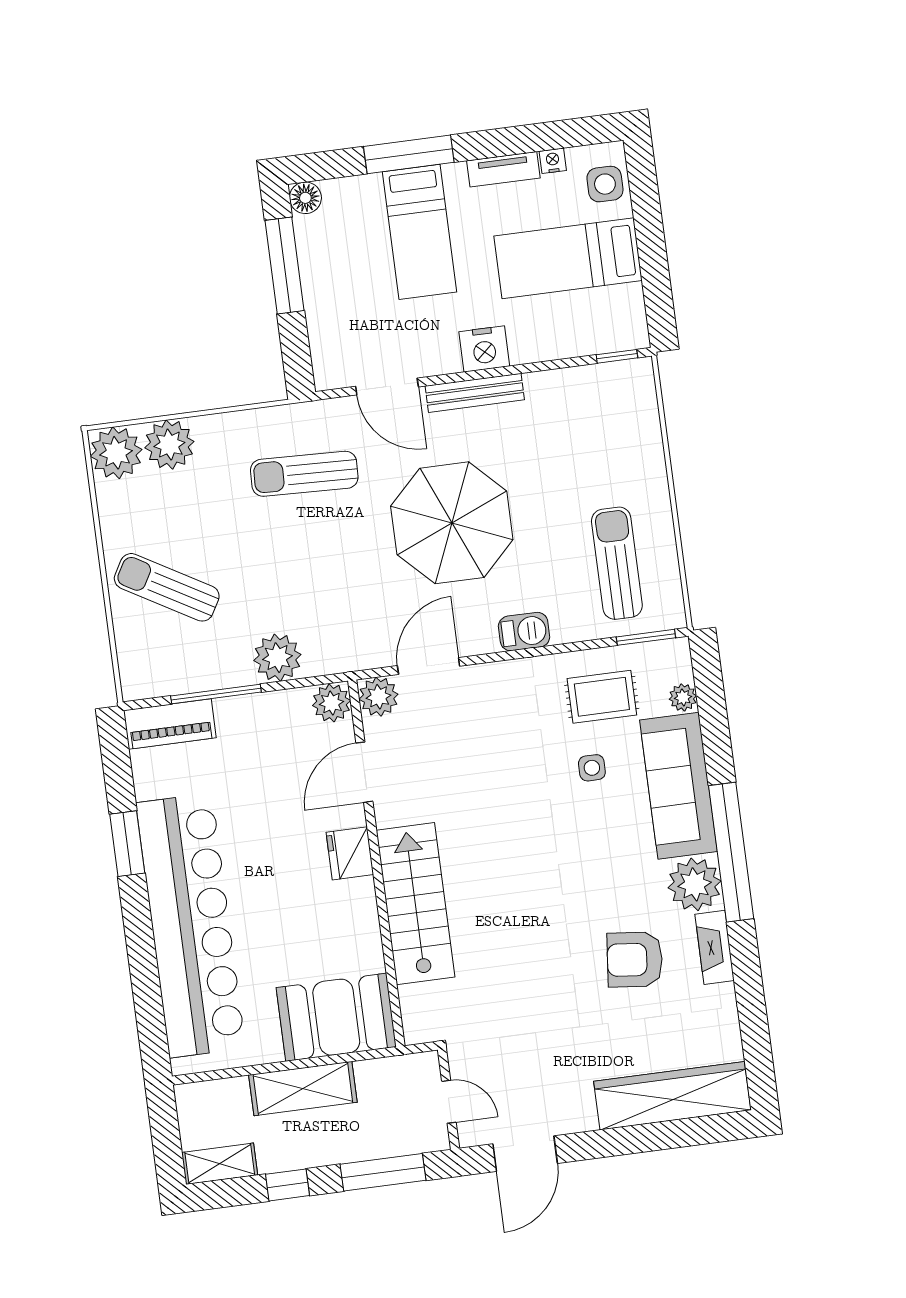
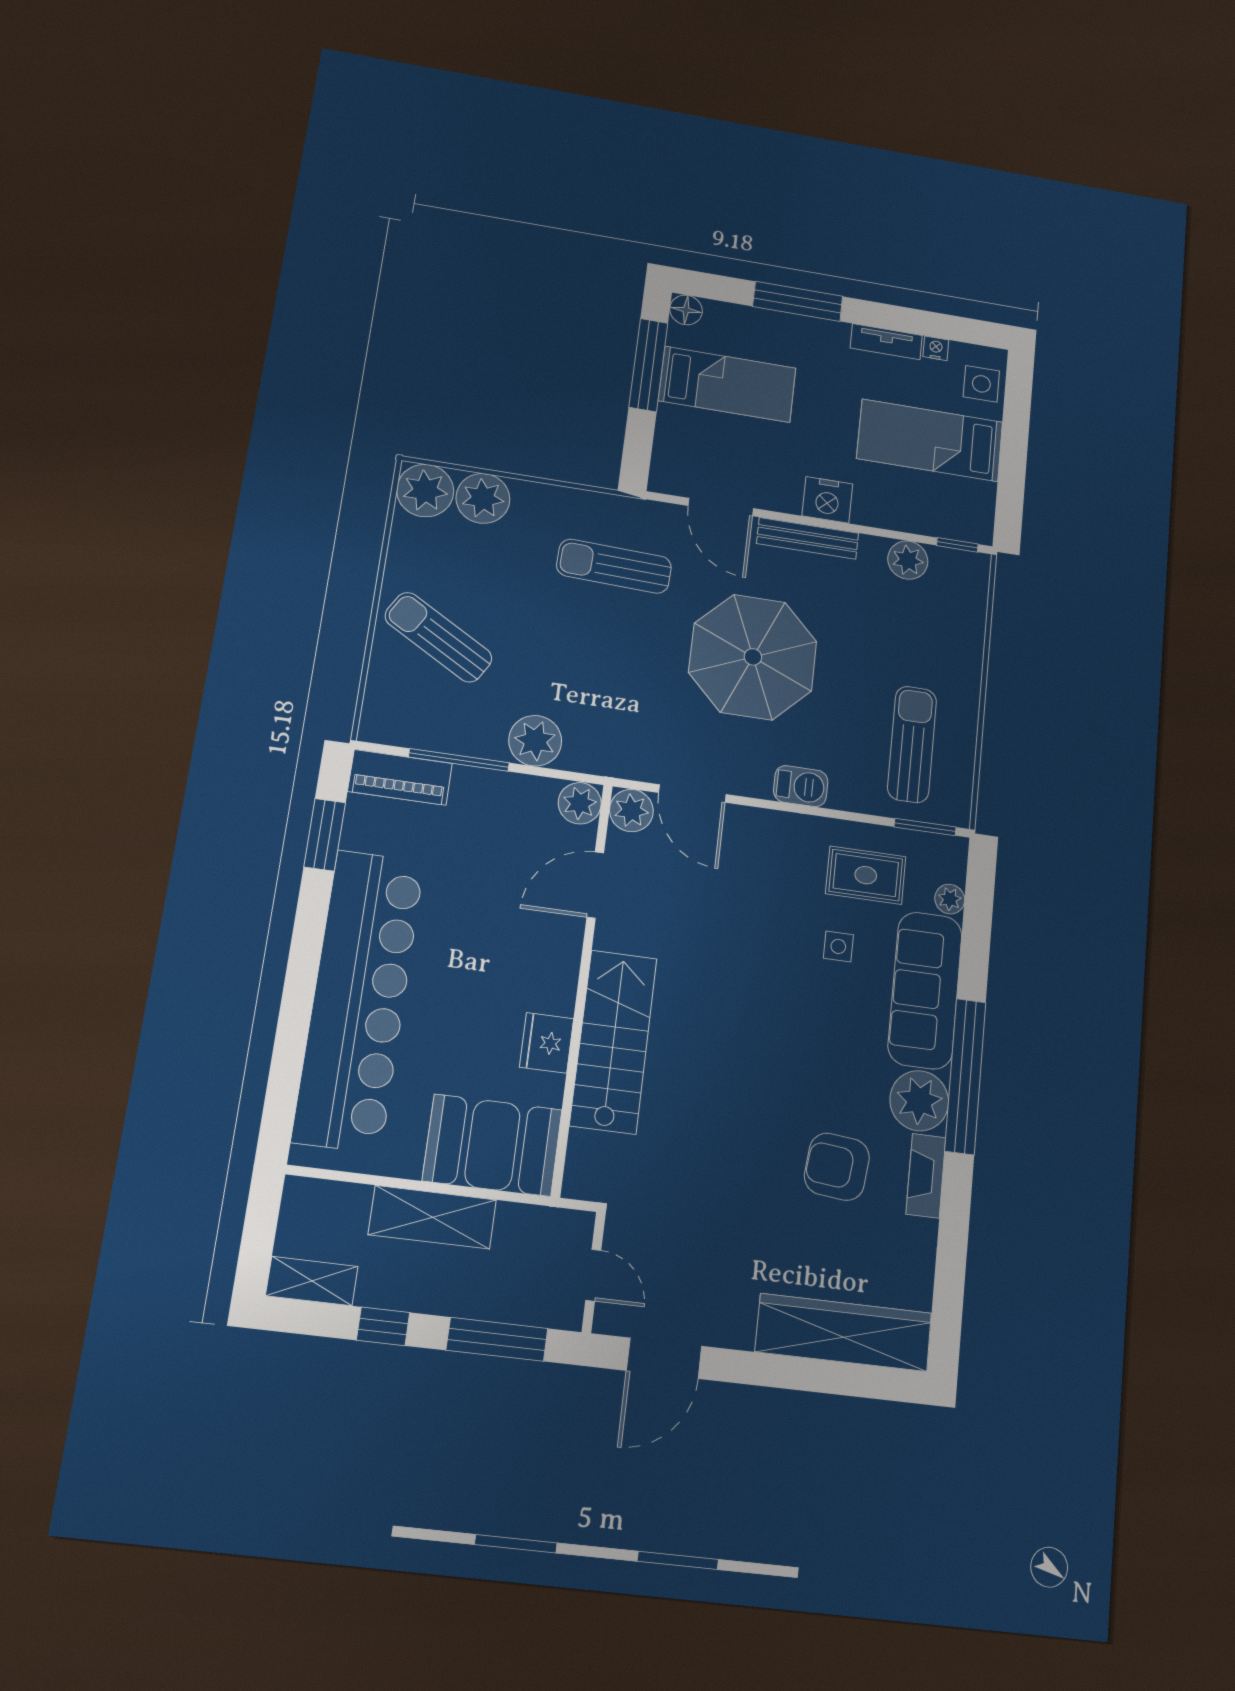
bed: (419, 232) -> (727, 384), moved, turned -90
plant: (573, 386) -> (908, 560), added
door: (429, 666) -> (692, 793), swing flipped
window: (127, 844) -> (325, 835), moved
fridge: (350, 853) -> (547, 1043), moved

